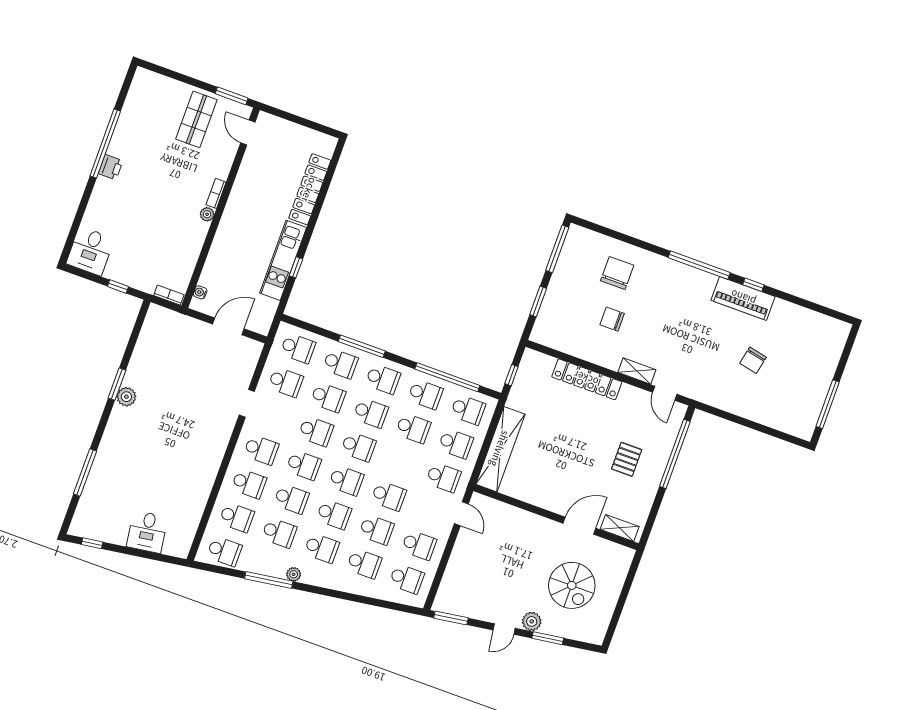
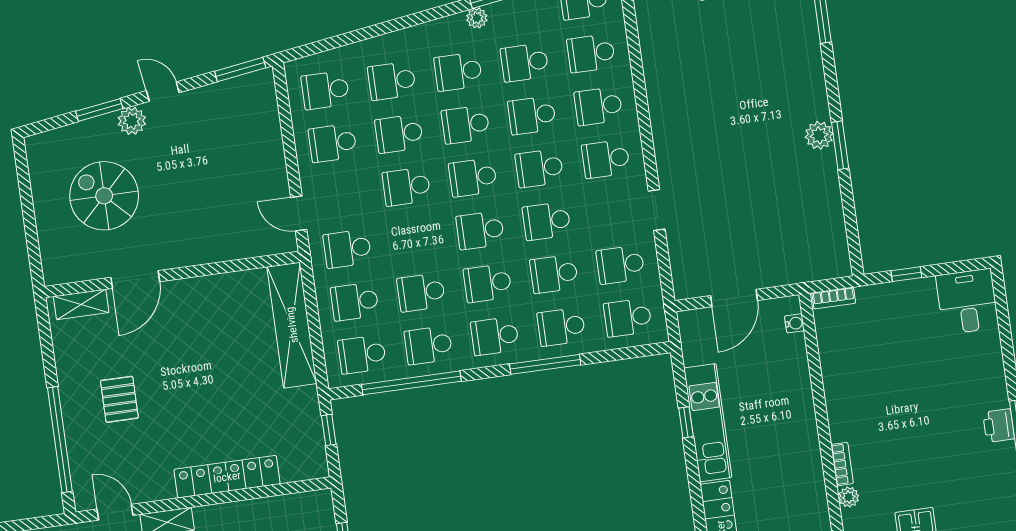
plant: (207, 214) -> (849, 497), moved
door: (504, 629) -> (163, 92), hinge flipped

